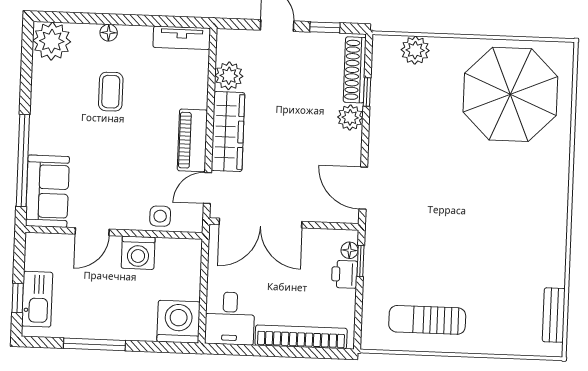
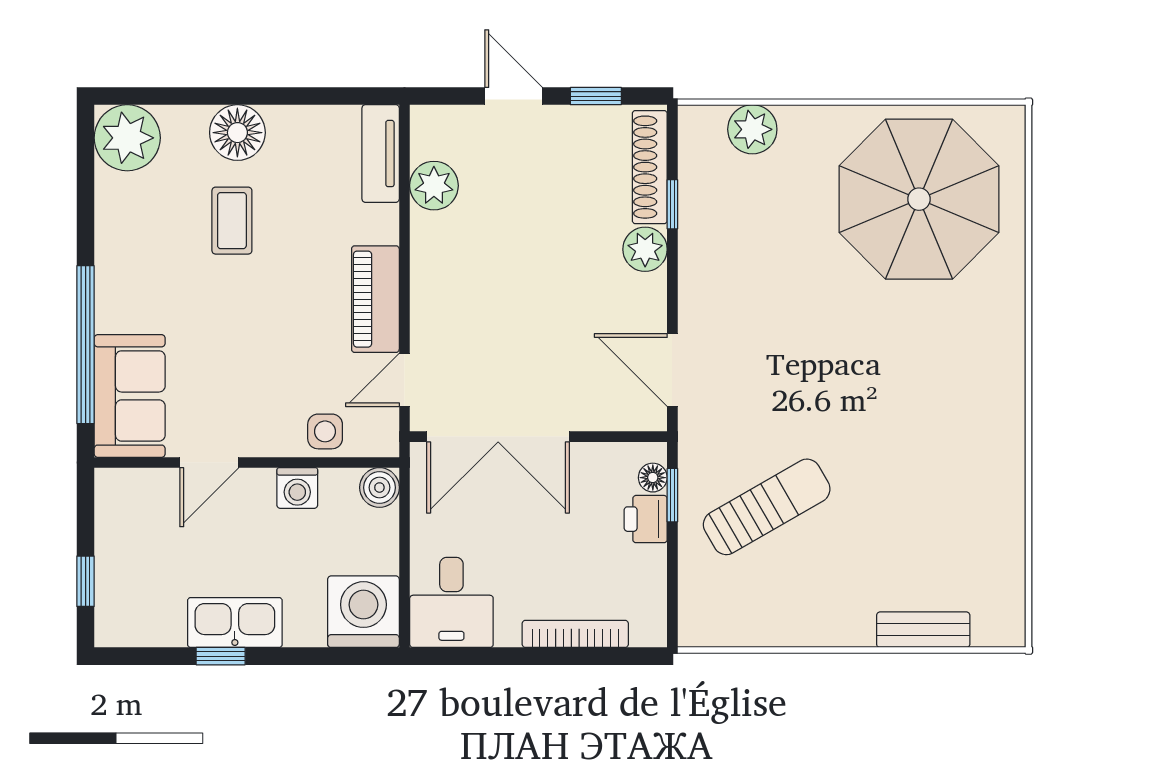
floor lamp: (109, 33) -> (237, 133), width x1.89, depth x1.89
tv unit: (182, 38) -> (381, 154), moved, turned 90
wardrobe: (228, 132) -> (436, 282), removed
boiler: (191, 250) -> (379, 488), added
washing machine: (138, 253) -> (297, 488), width x0.73, depth x0.73
kitchen sink: (37, 299) -> (235, 623), moved, turned -90
bench: (554, 315) -> (923, 630), moved, turned 90
sun lounger: (427, 320) -> (767, 507), moved, turned 150
bookcase: (301, 337) -> (575, 634), width x0.68, depth x0.76
window: (94, 344) -> (221, 656), width x0.46

